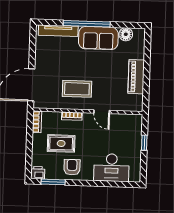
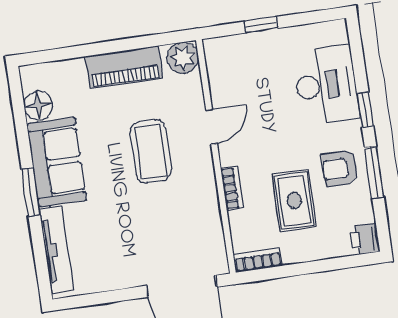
window: (87, 24) -> (31, 192), width x0.47
coffee table: (77, 89) -> (151, 151), moved
plant: (136, 104) -> (183, 58), added
window: (53, 182) -> (374, 172), moved
window: (97, 183) -> (365, 110), added

